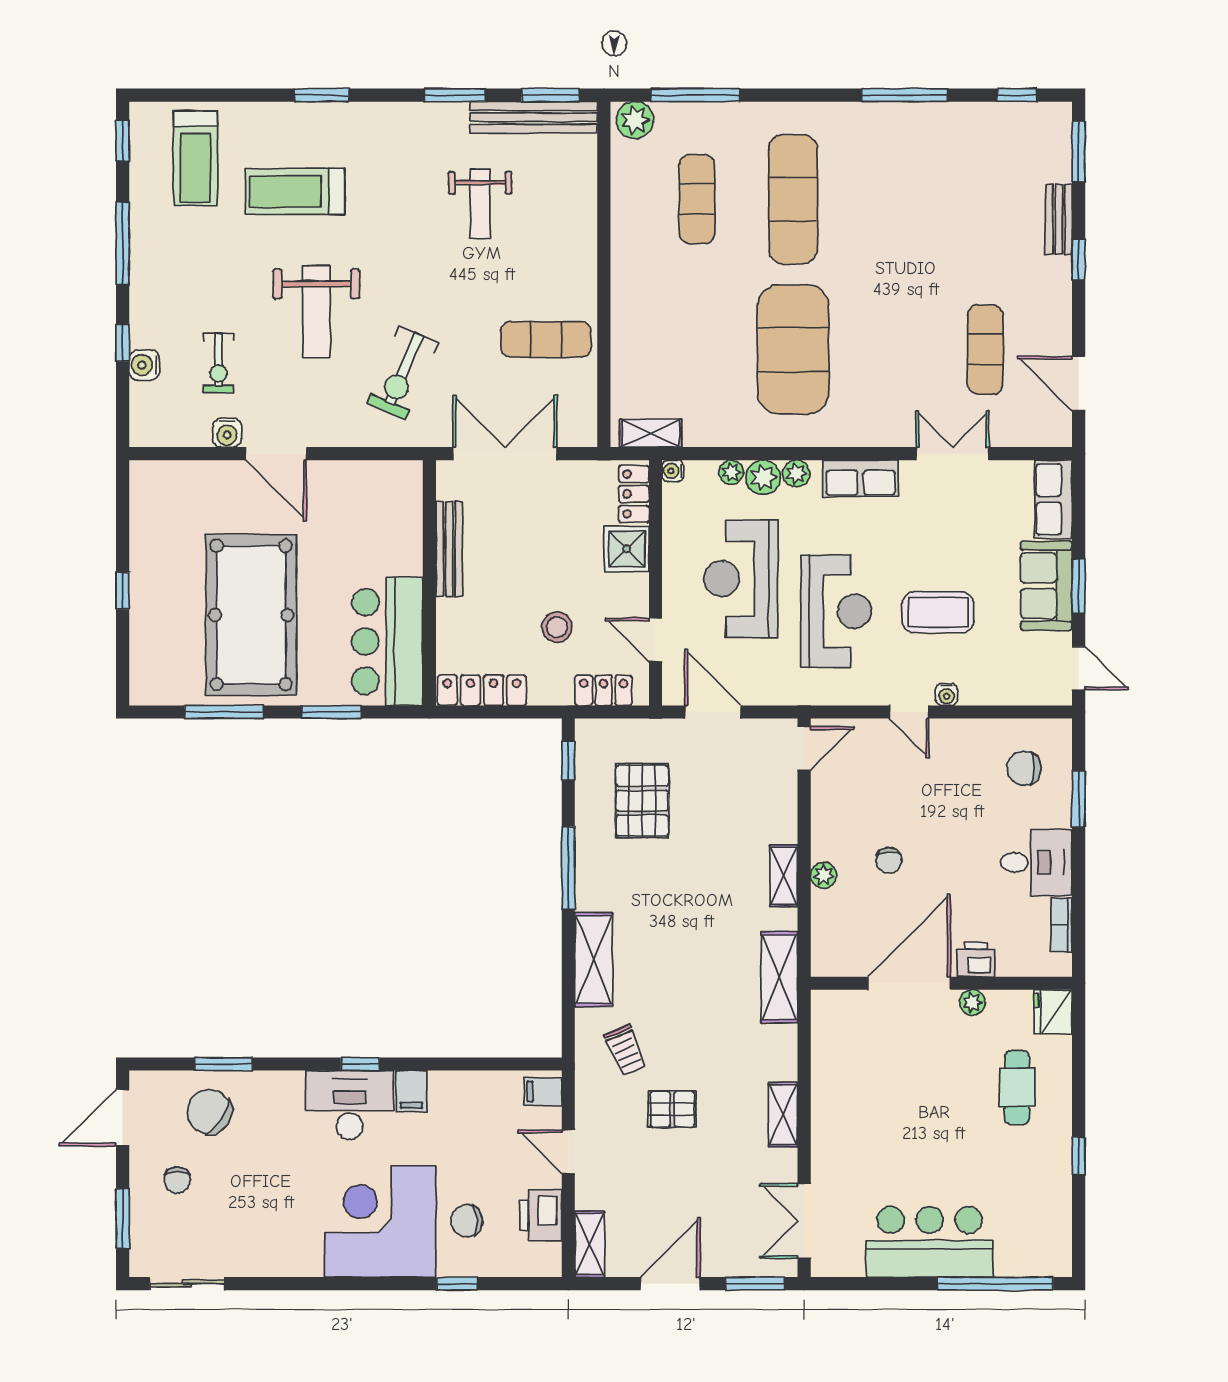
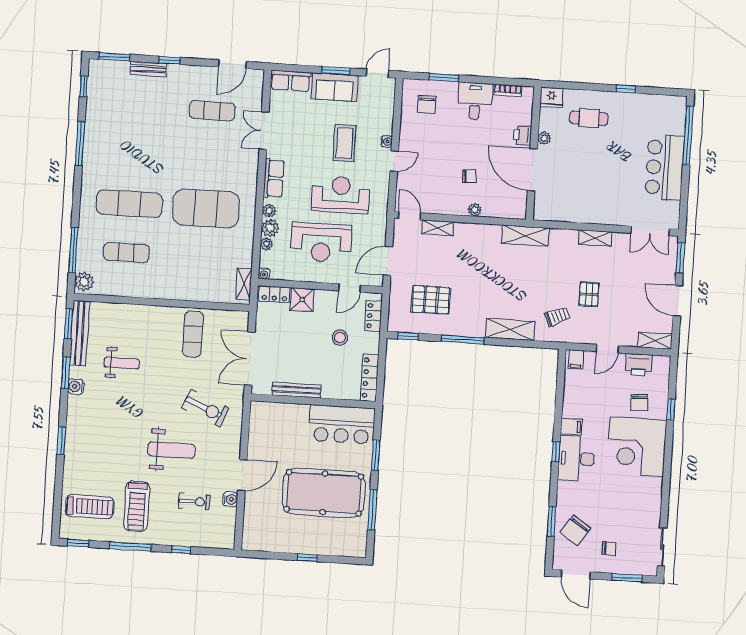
treadmill: (295, 191) -> (137, 506), moved
water cooler: (144, 365) -> (76, 387), moved, turned 90
shelving: (784, 876) -> (437, 228), moved

